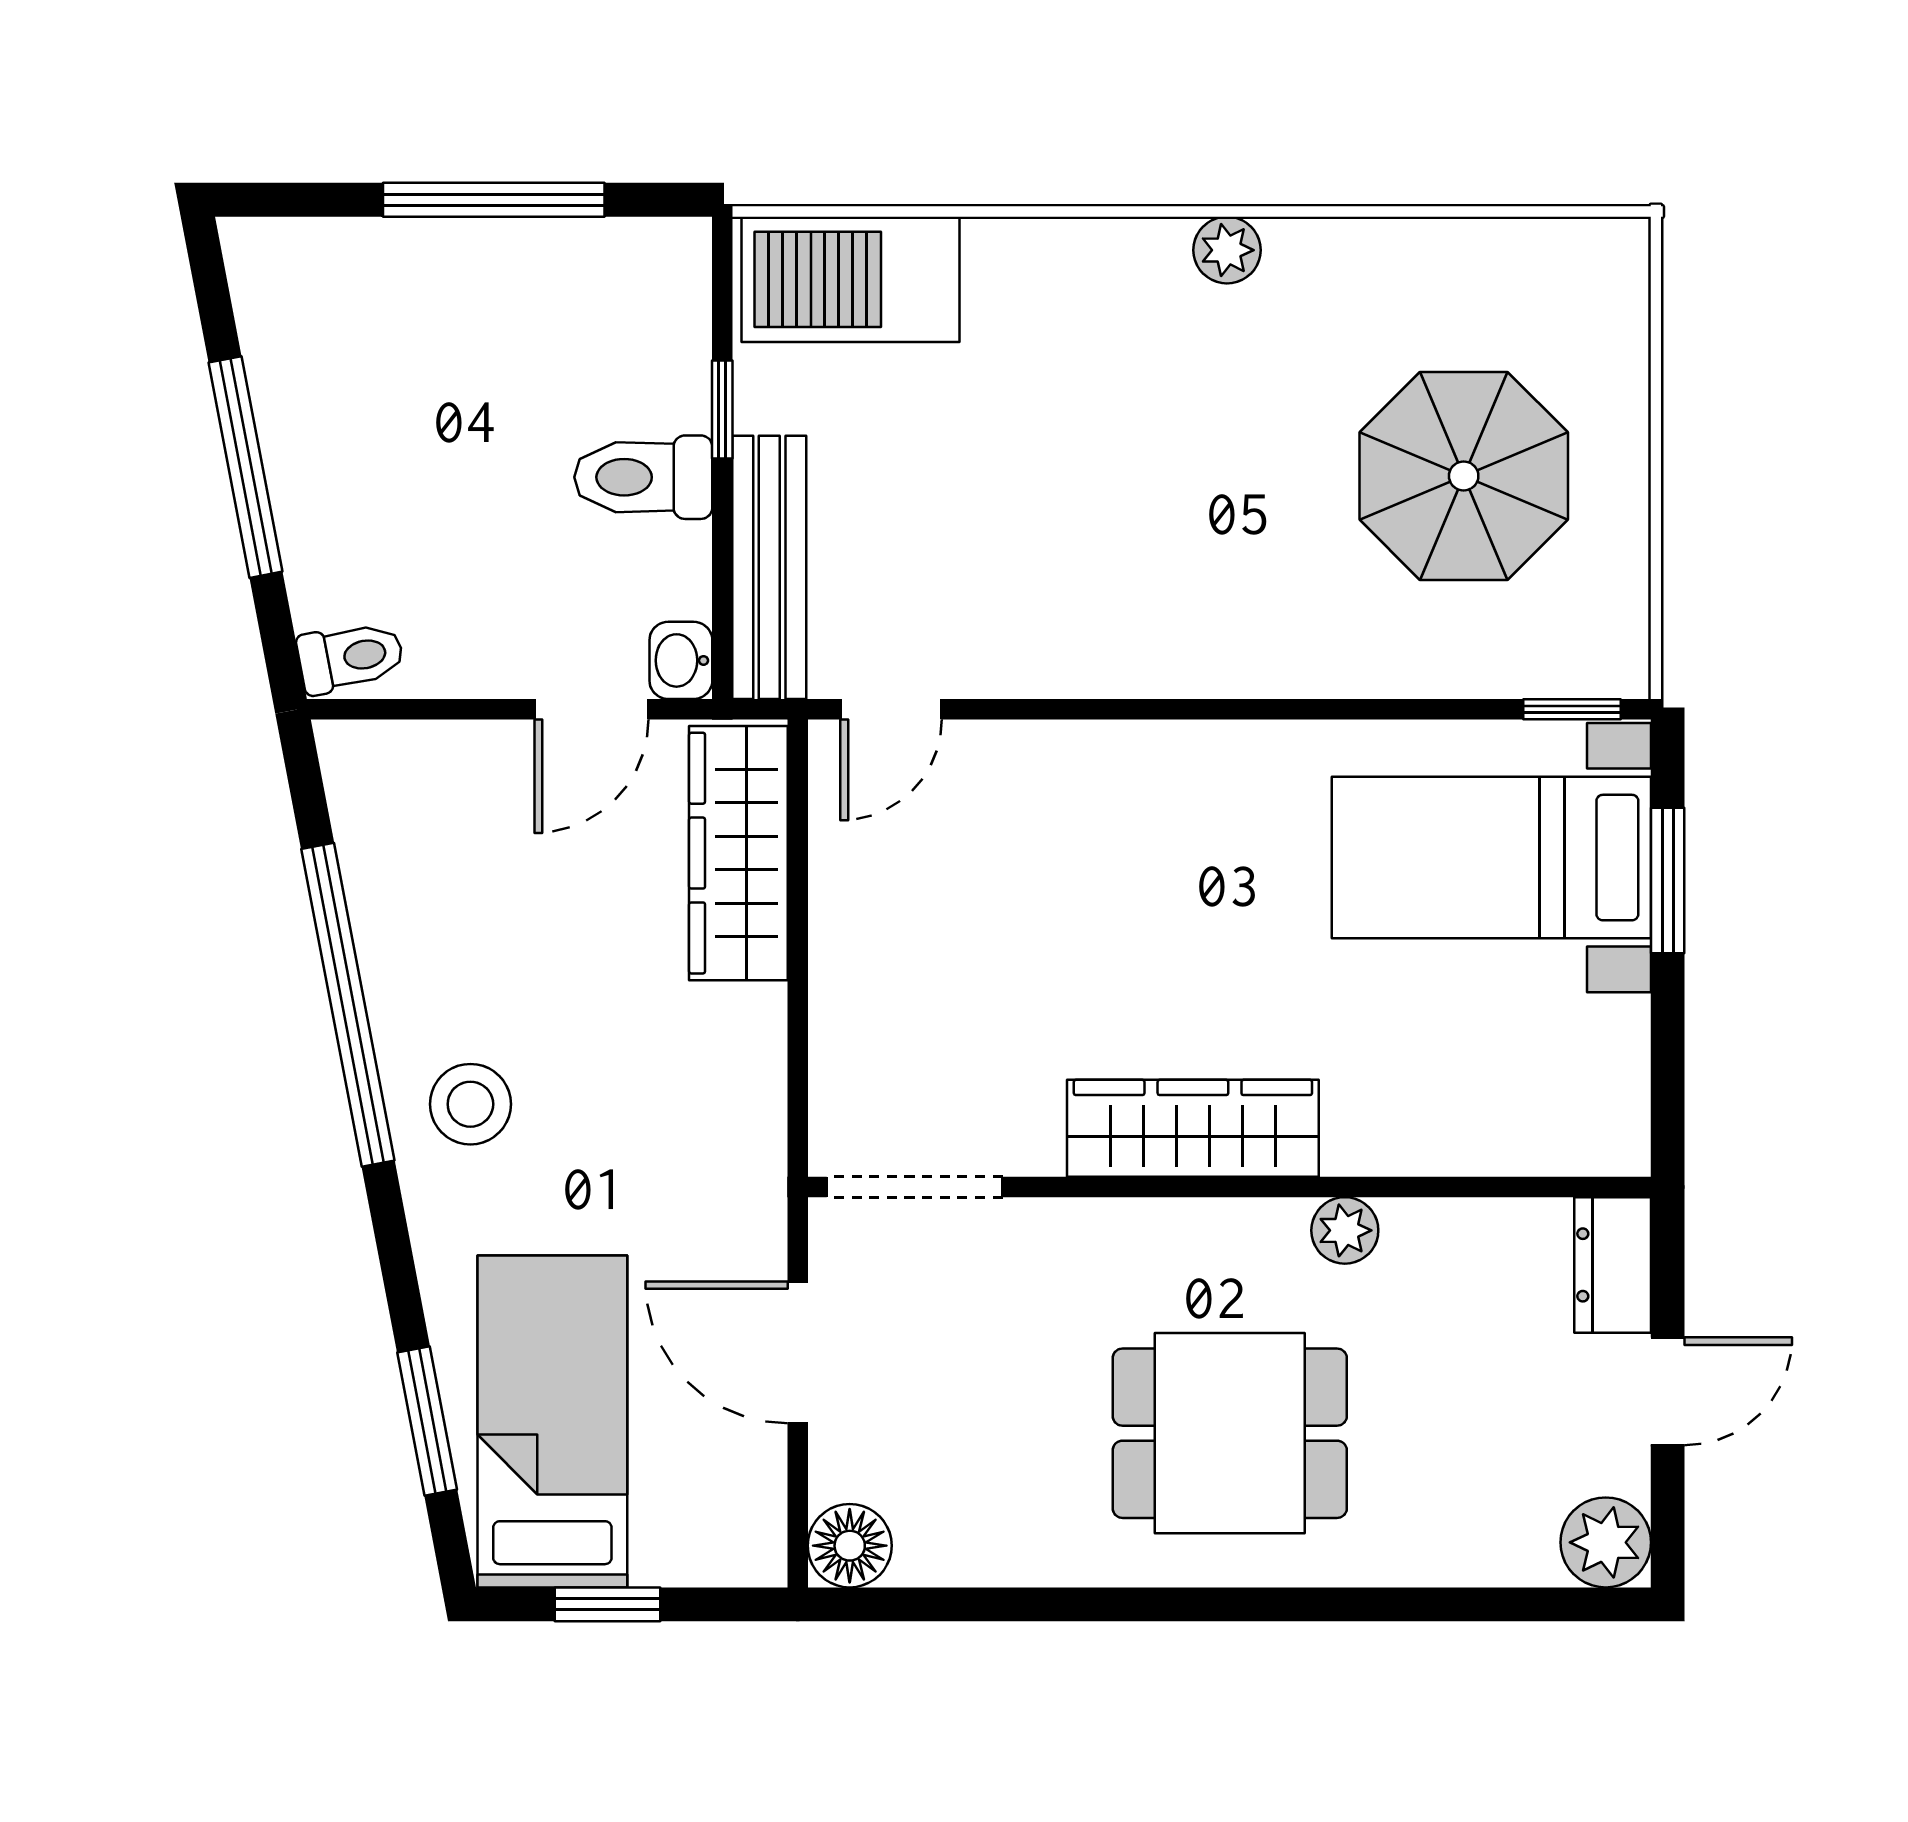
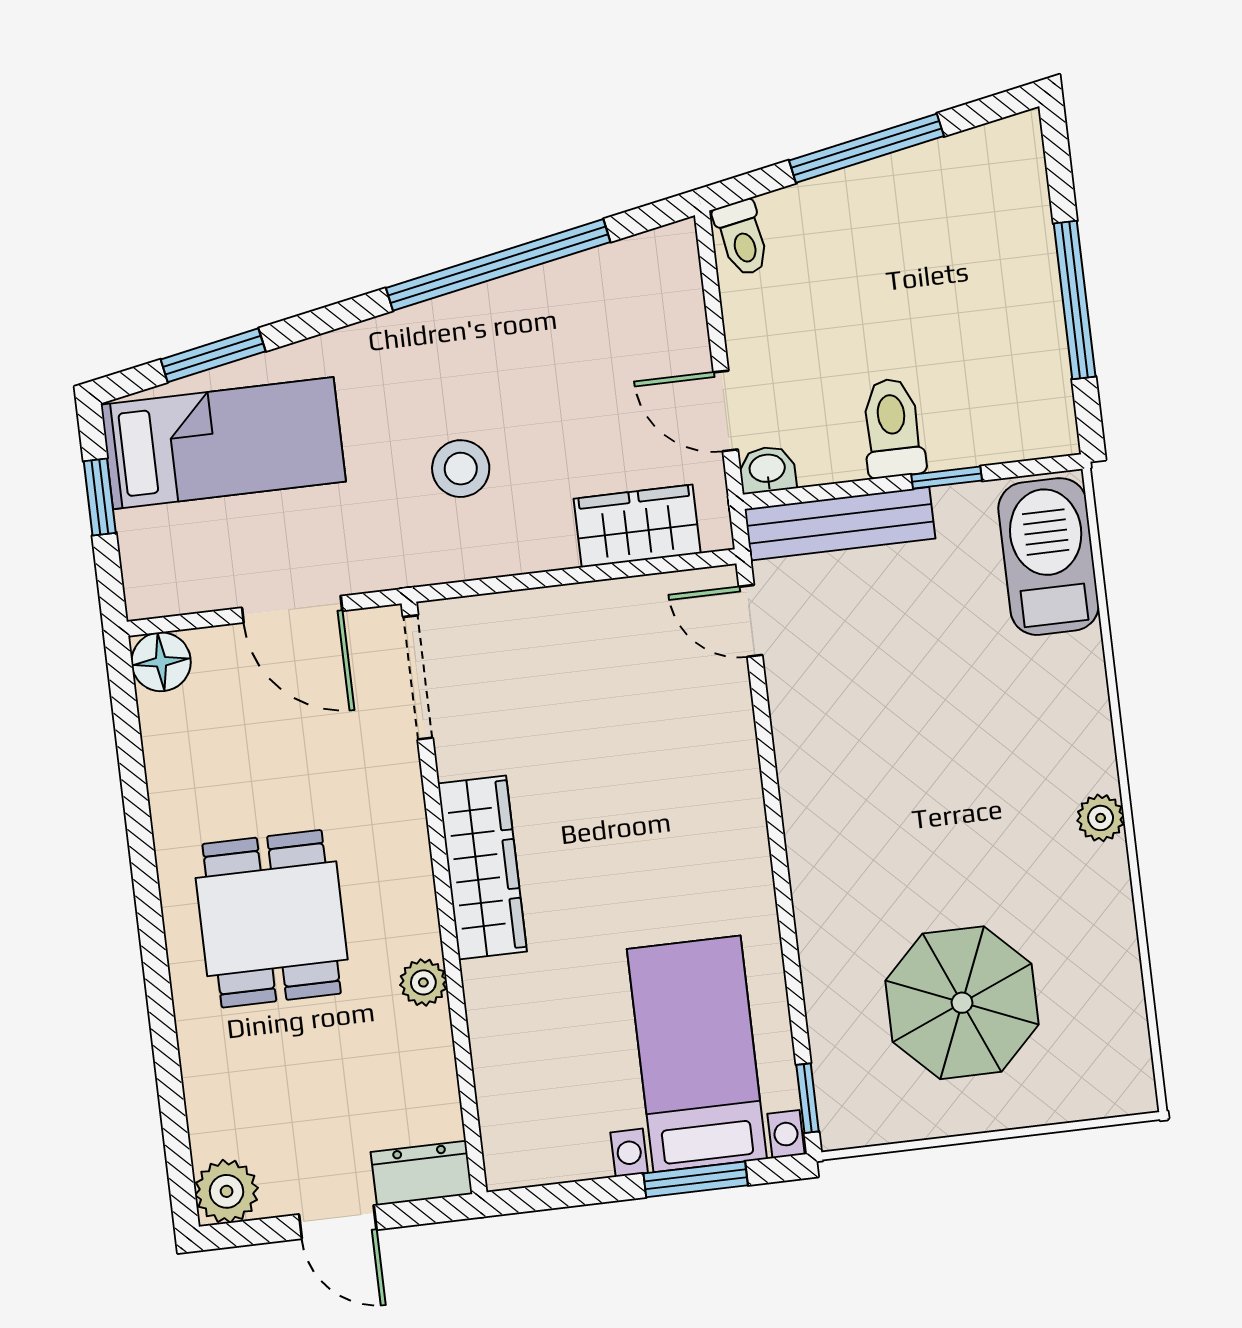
wardrobe: (738, 853) -> (637, 526), width x0.67
stool: (470, 1104) -> (461, 469), moved
door: (798, 1352) -> (292, 609), swing flipped

